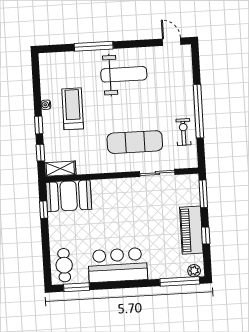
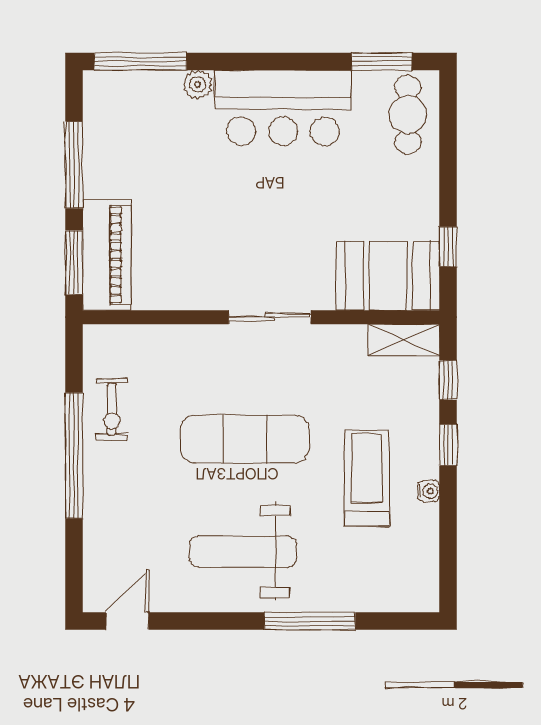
door: (172, 42) -> (127, 621), swing flipped
treadmill: (73, 109) -> (367, 478), turned 180
exercise mat: (135, 142) -> (245, 439), moved
sliding door: (157, 173) -> (270, 317), moved
piano: (191, 230) -> (107, 255), moved
window: (206, 235) -> (74, 165), width x2.17
plant: (194, 271) -> (198, 85), moved

